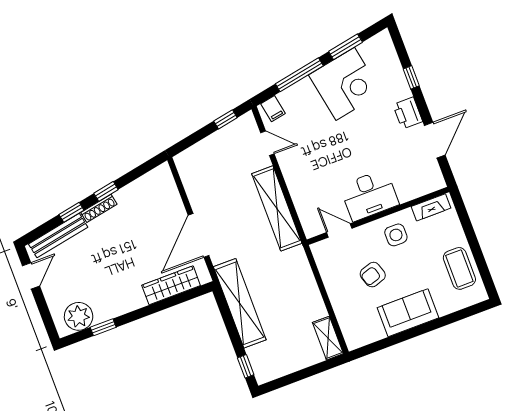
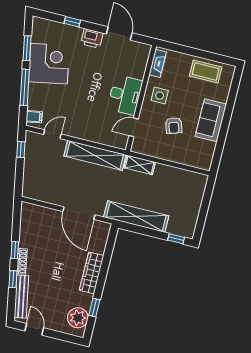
wardrobe: (171, 285) -> (92, 273), moved
shelving: (328, 338) -> (140, 165), moved

